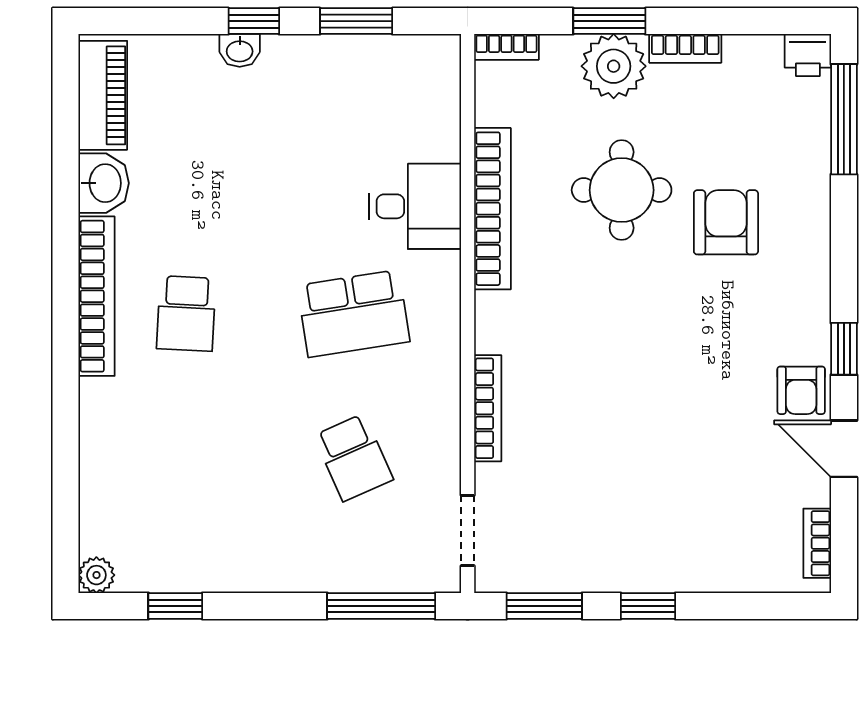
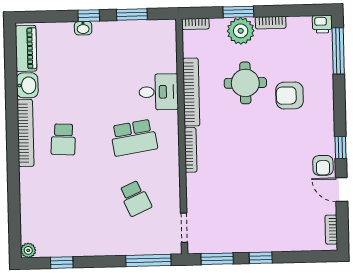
armchair: (726, 222) -> (290, 95), turned -90
bookcase: (488, 408) -> (191, 150), moved

